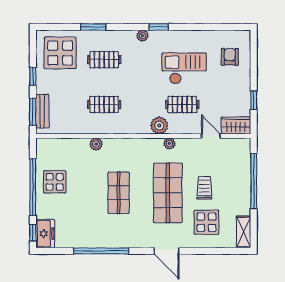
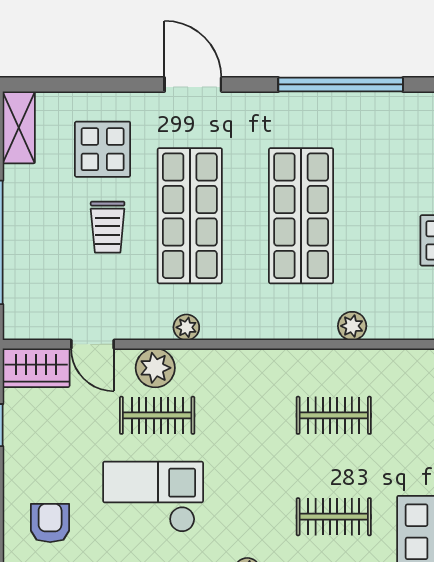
armchair: (230, 57) -> (50, 523), turned 180
checkout: (184, 68) -> (153, 497), turned 180
plant: (159, 126) -> (155, 368), moved
shop shelf: (119, 193) -> (301, 216), width x1.43, depth x1.36

